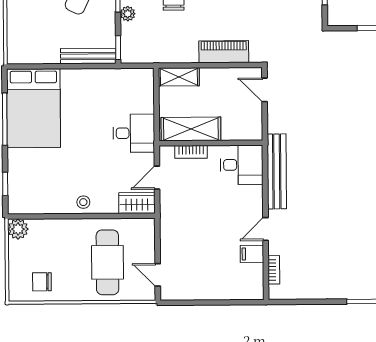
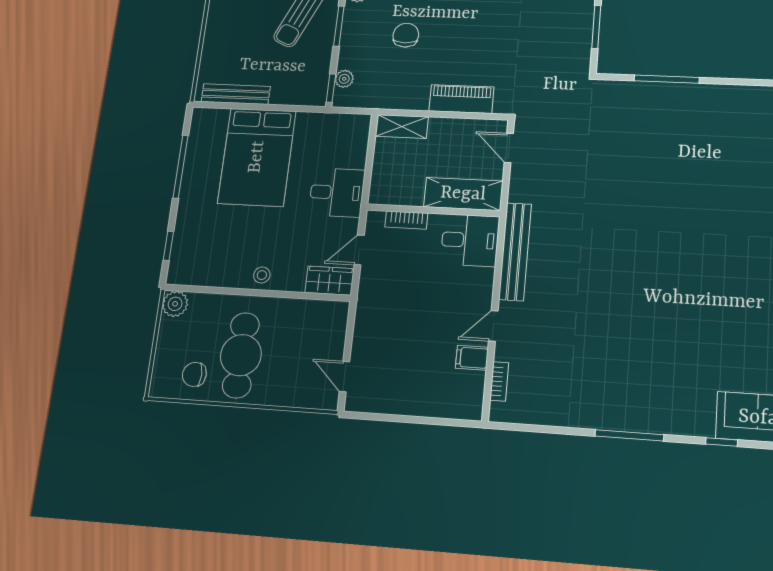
plant: (128, 14) -> (344, 79), moved
bench: (88, 56) -> (236, 94), moved
bed: (34, 108) -> (257, 157), moved
shelving: (191, 129) -> (463, 194), moved
cafe table: (107, 262) -> (241, 355), moved

